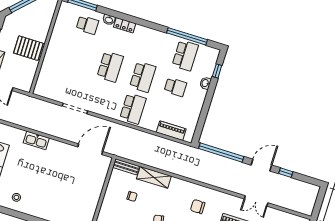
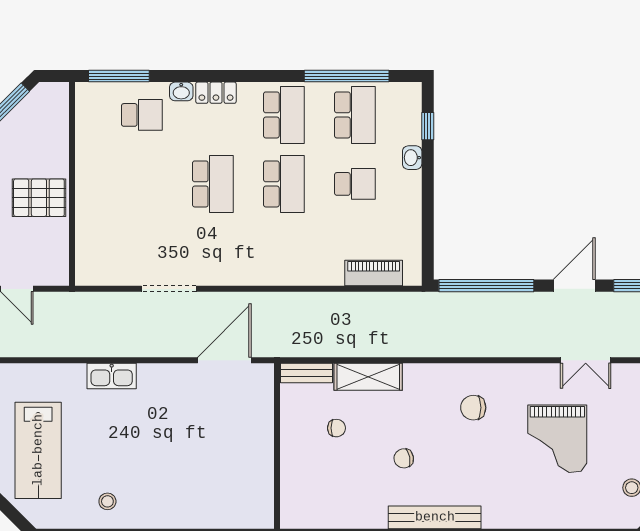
school desk: (133, 109) -> (284, 115), moved

